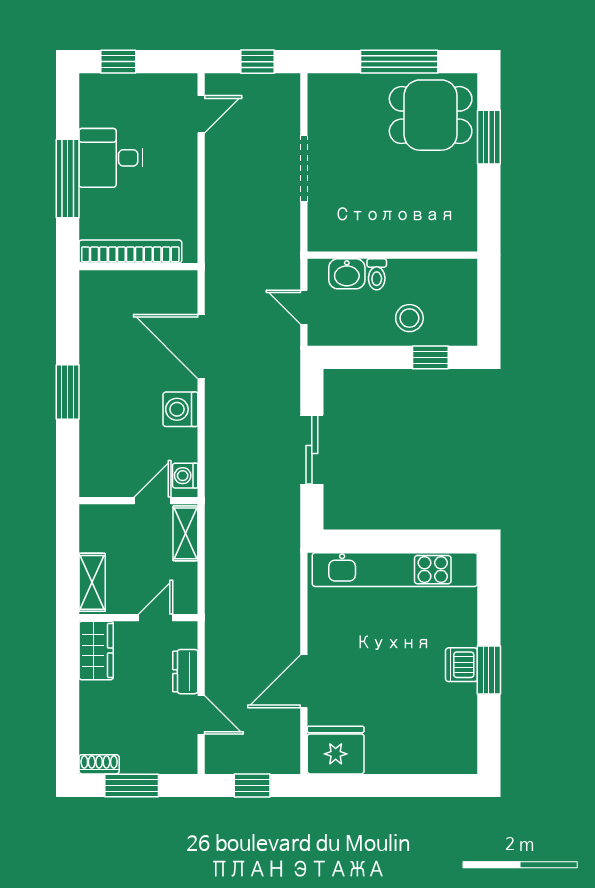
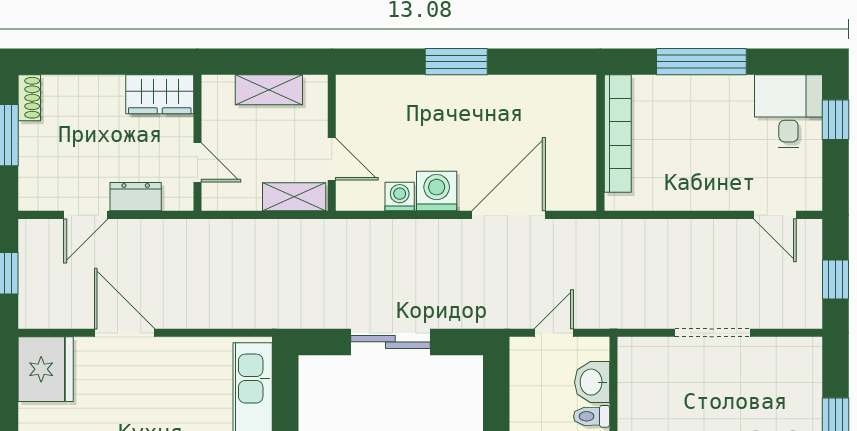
desk: (111, 158) -> (788, 111), moved
washing machine: (185, 476) -> (400, 197), moved
shelving: (92, 582) -> (269, 90), moved

